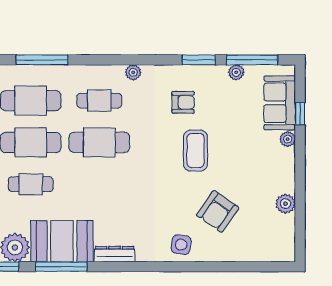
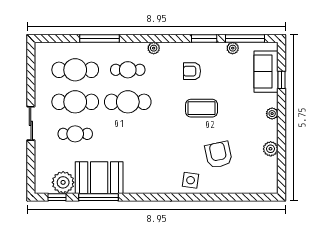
window: (42, 60) -> (100, 39), moved
armchair: (183, 102) -> (192, 71), turned 180
plant: (288, 139) -> (272, 114), moved
coffee table: (196, 151) -> (202, 108), turned 90
armchair: (218, 211) -> (219, 155), turned 133
dresser: (115, 254) -> (140, 187), removed

